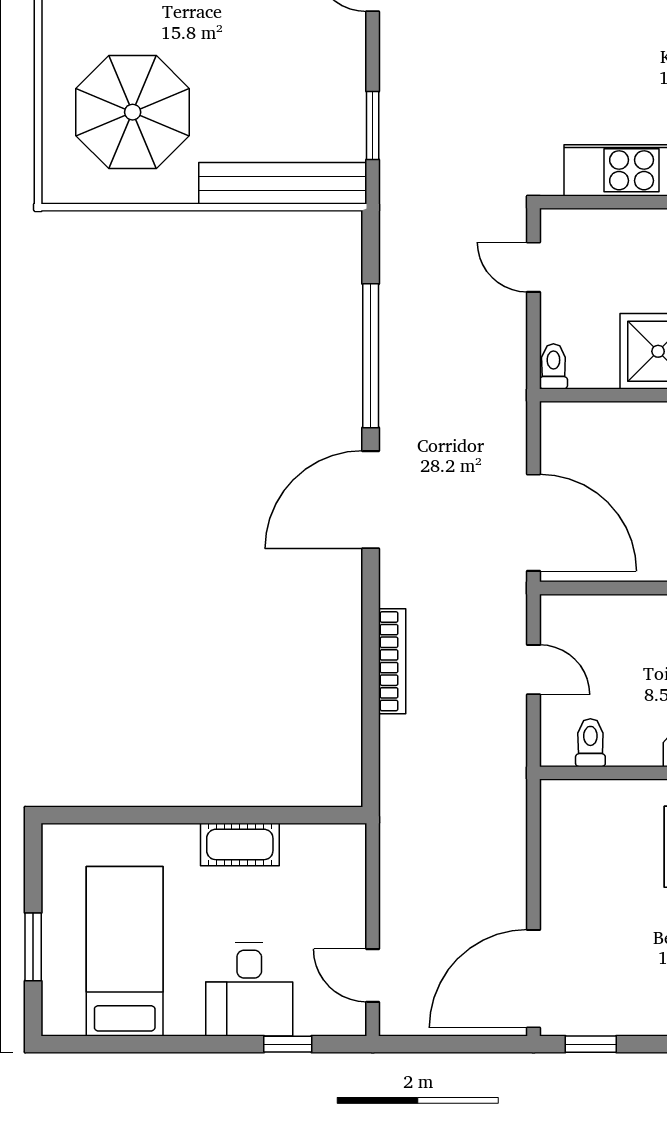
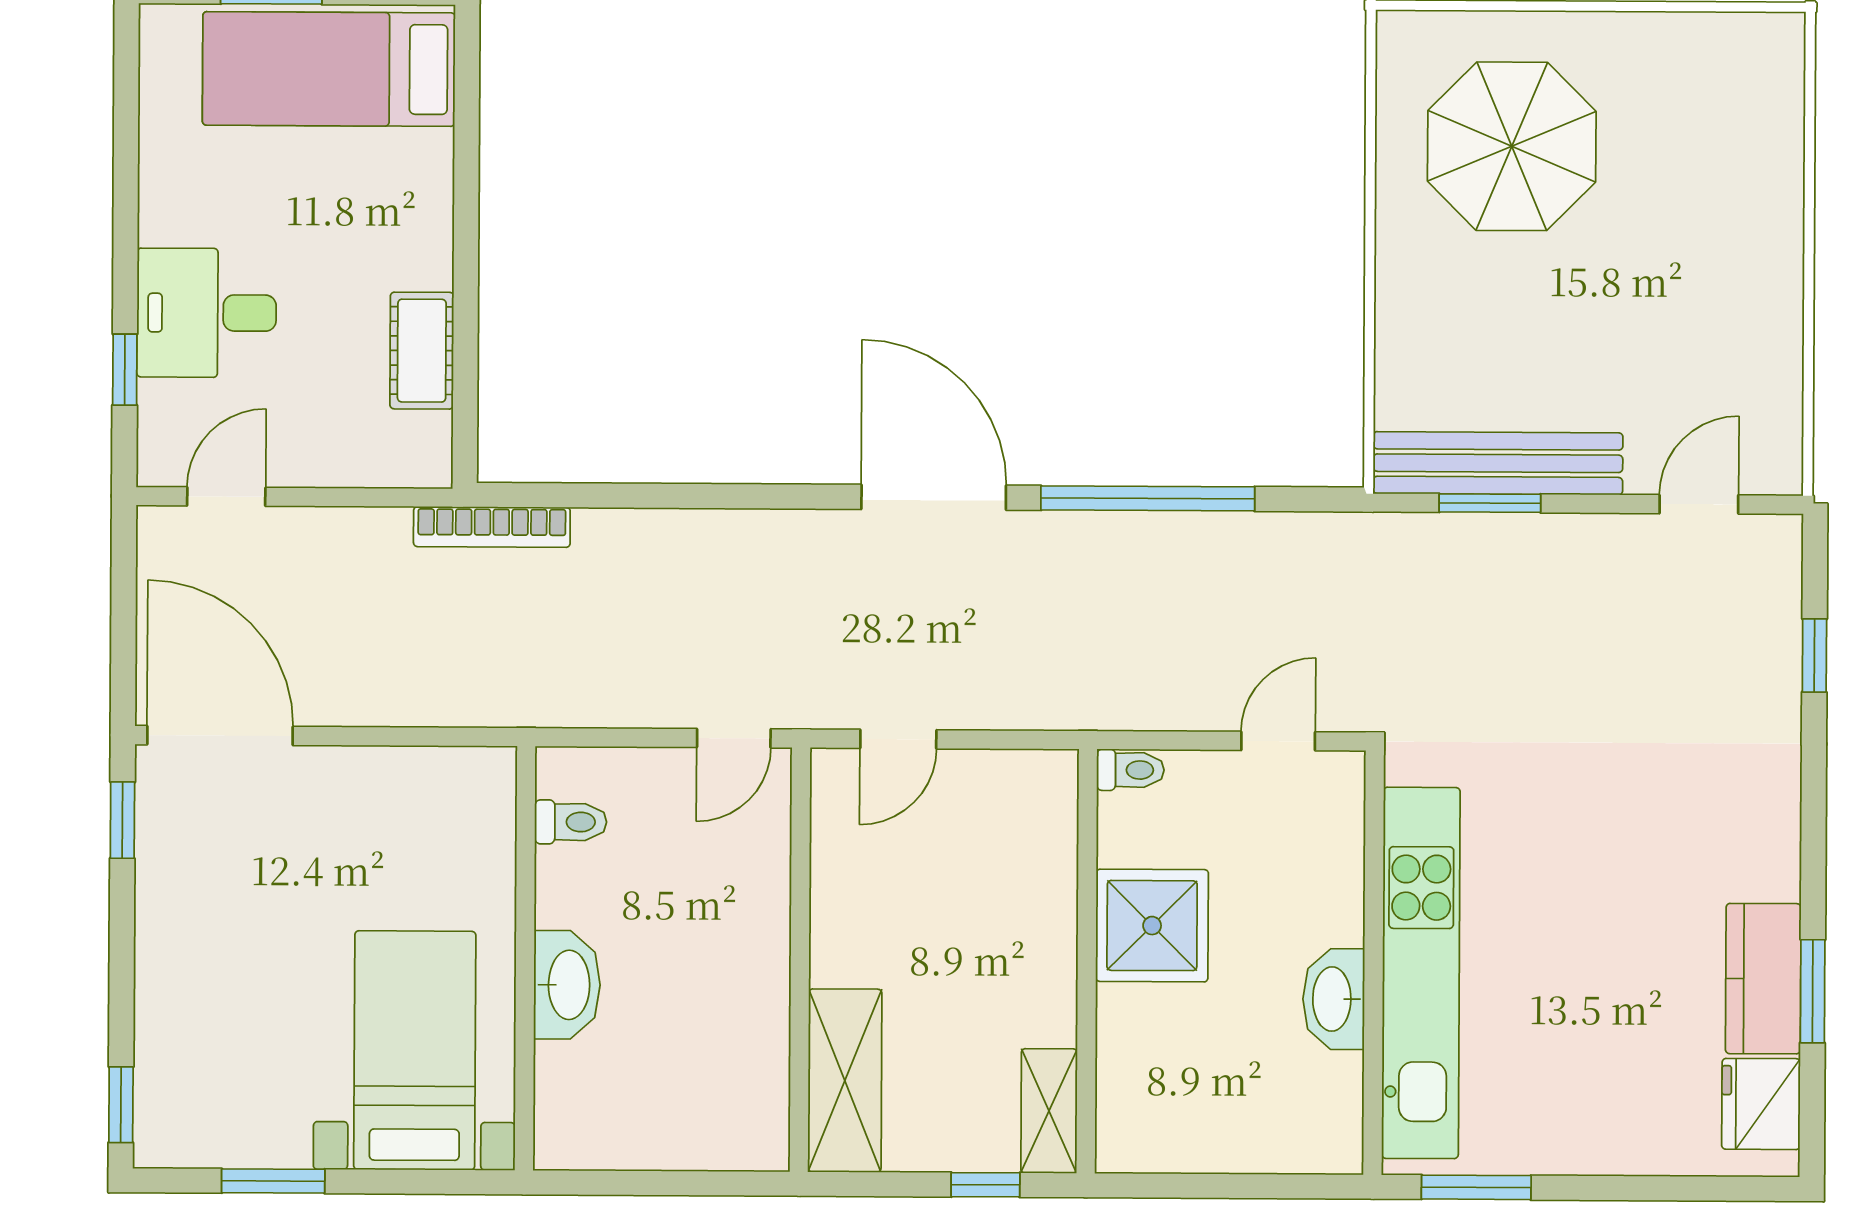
bench: (283, 183) -> (1498, 463), moved, turned 90
door: (533, 523) -> (898, 739), width x0.53
bookcase: (392, 661) -> (492, 527), moved
door: (533, 670) -> (734, 738), moved
cot: (240, 844) -> (422, 351), moved
bed: (125, 951) -> (329, 69), moved, turned 180

